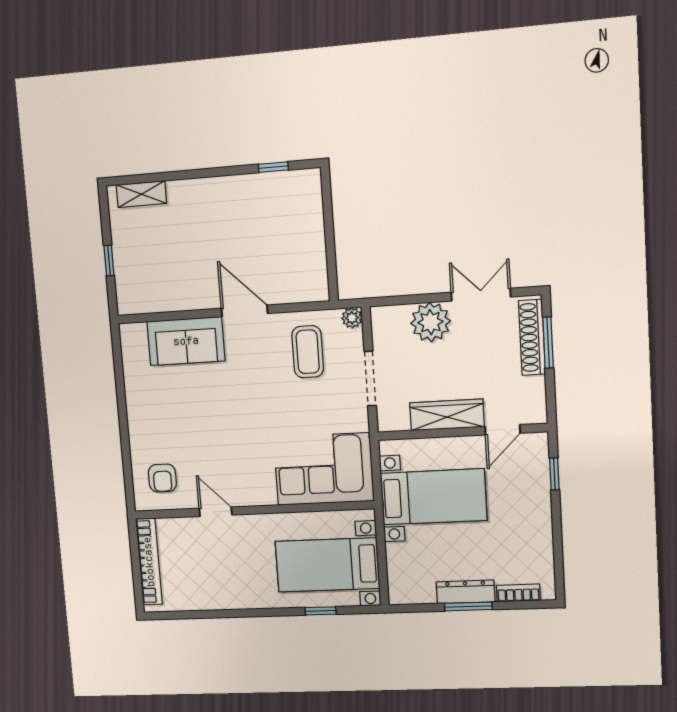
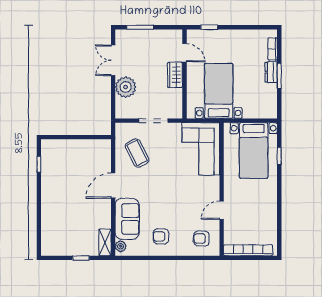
shelving: (141, 194) -> (105, 242), moved
plant: (352, 318) -> (121, 246), moved
shoe rack: (532, 337) -> (137, 35), removed
coffee table: (308, 352) -> (137, 153), turned 63
armchair: (160, 405) -> (161, 236), added
wardrobe: (447, 415) -> (175, 75), width x0.67
armchair: (162, 478) -> (201, 239), turned 180
dresser: (466, 592) -> (271, 72), width x0.70

